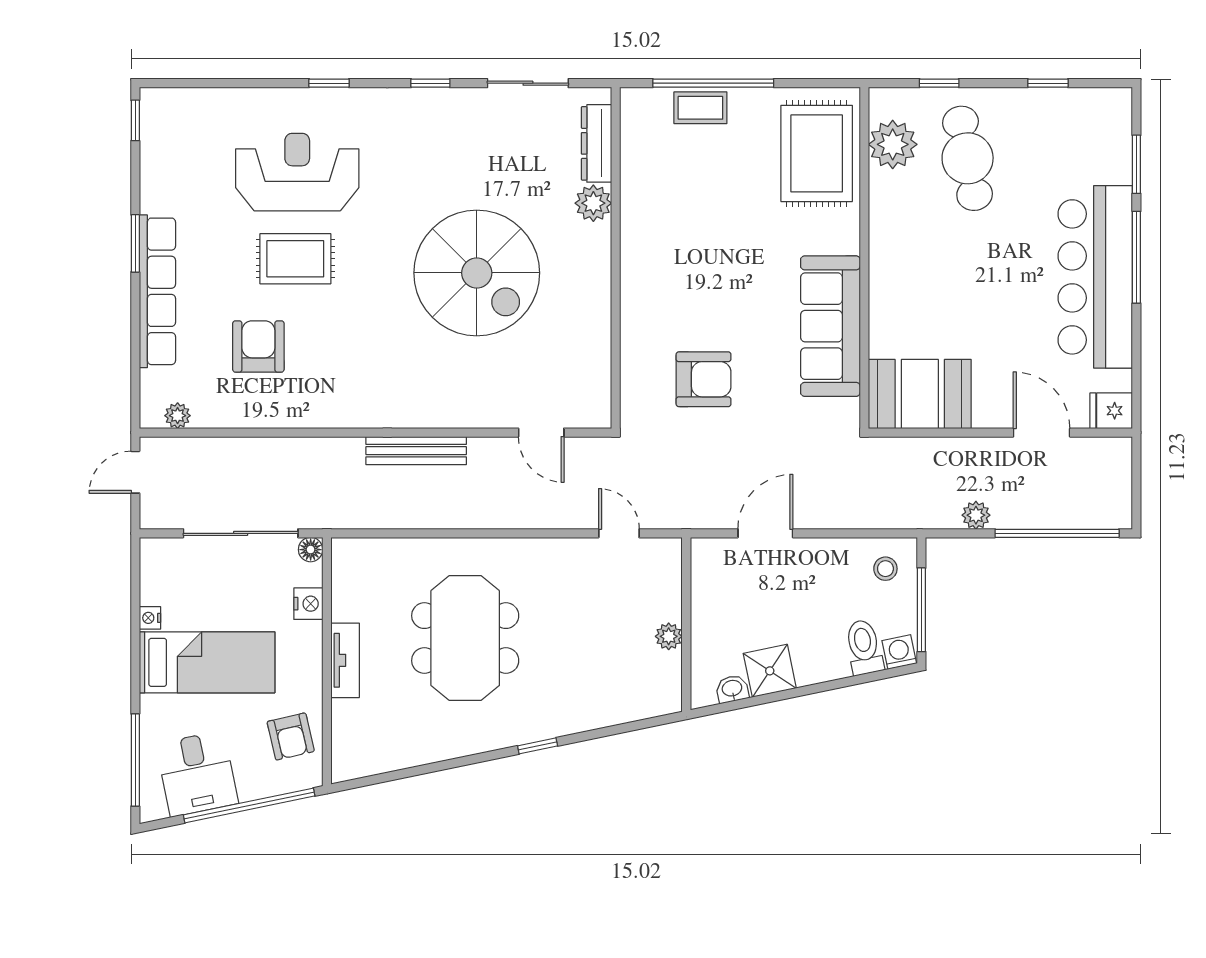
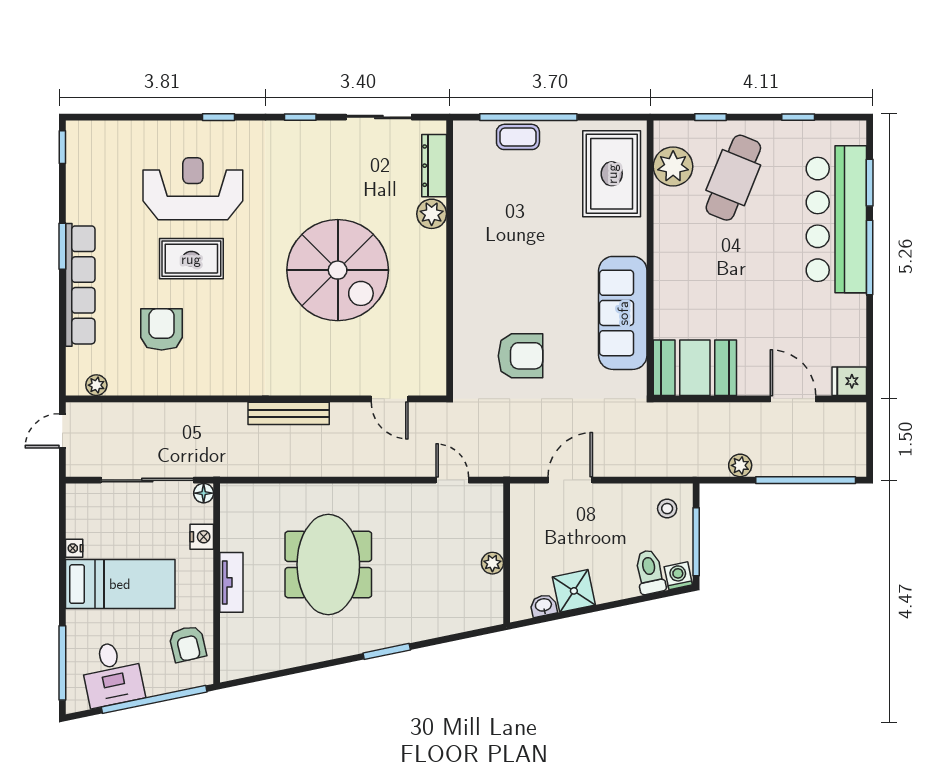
cafe table: (968, 158) -> (733, 178), turned 33
bar counter: (1095, 277) -> (836, 219), moved
window: (538, 746) -> (387, 651), width x1.50

